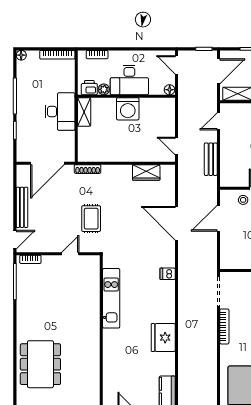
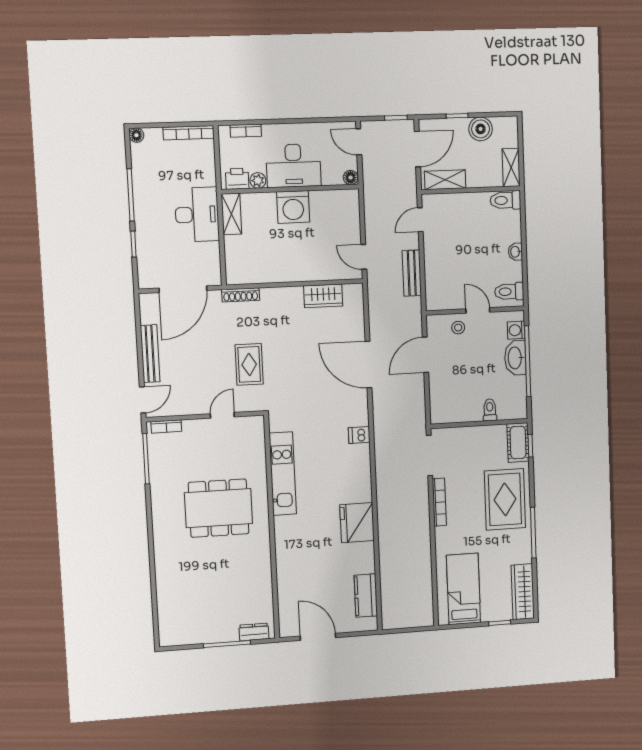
dining table: (40, 364) -> (219, 508), moved, turned 90

